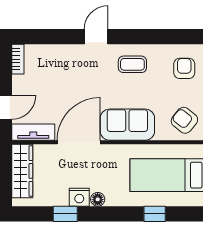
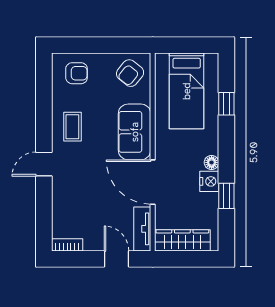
door: (96, 37) -> (44, 164), hinge flipped
armchair: (184, 68) -> (77, 73), turned 180

